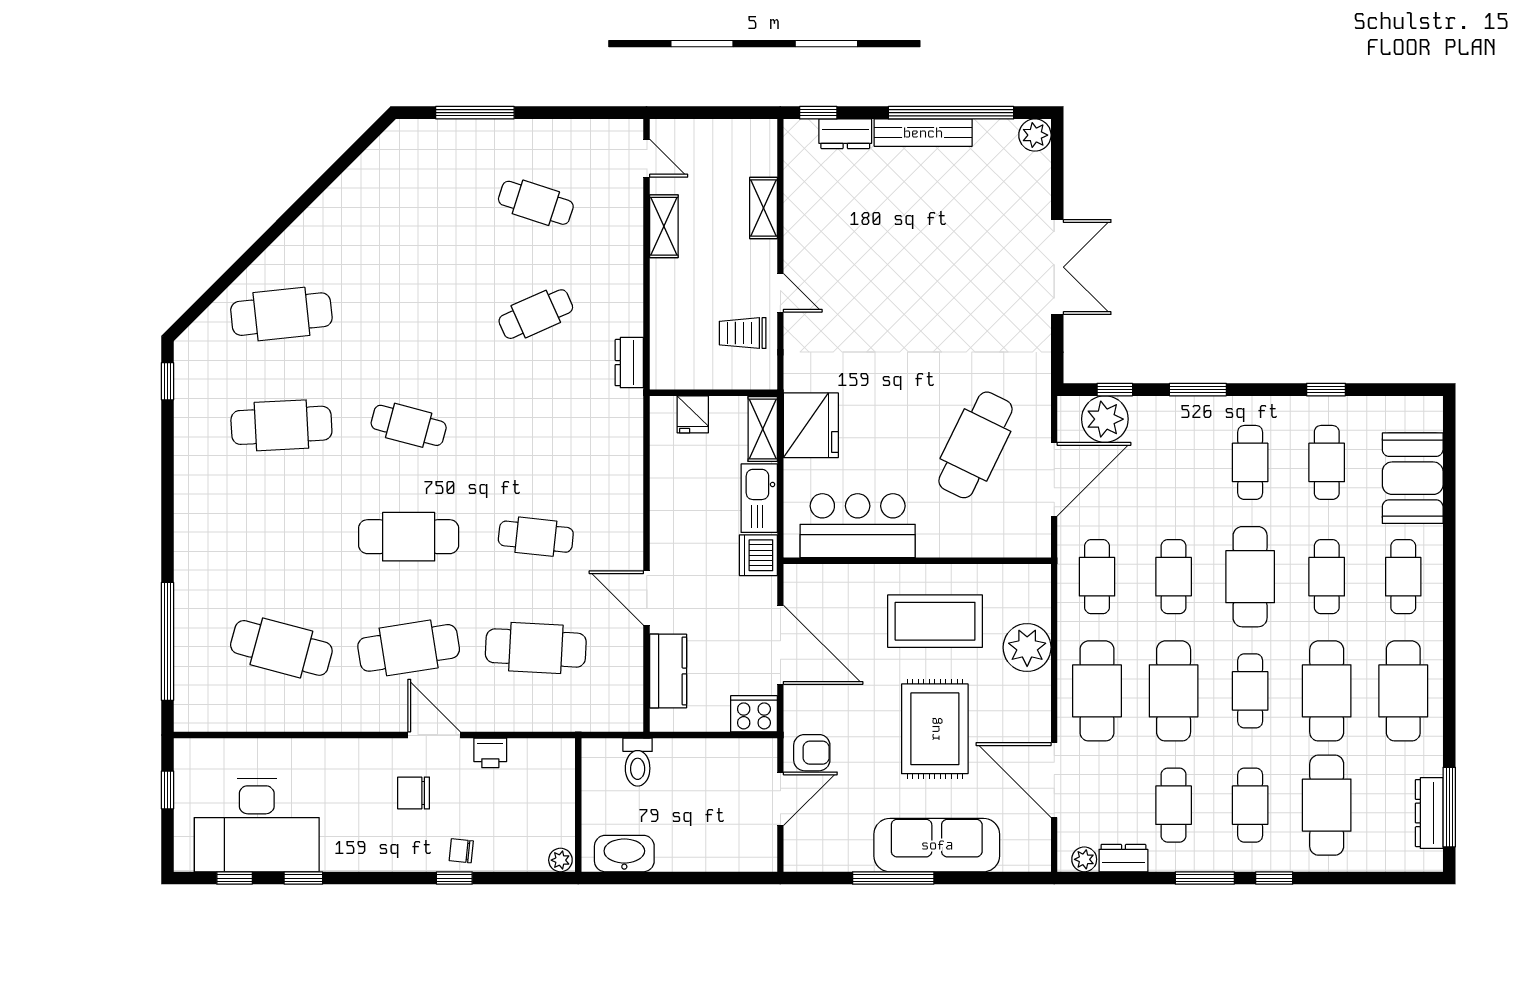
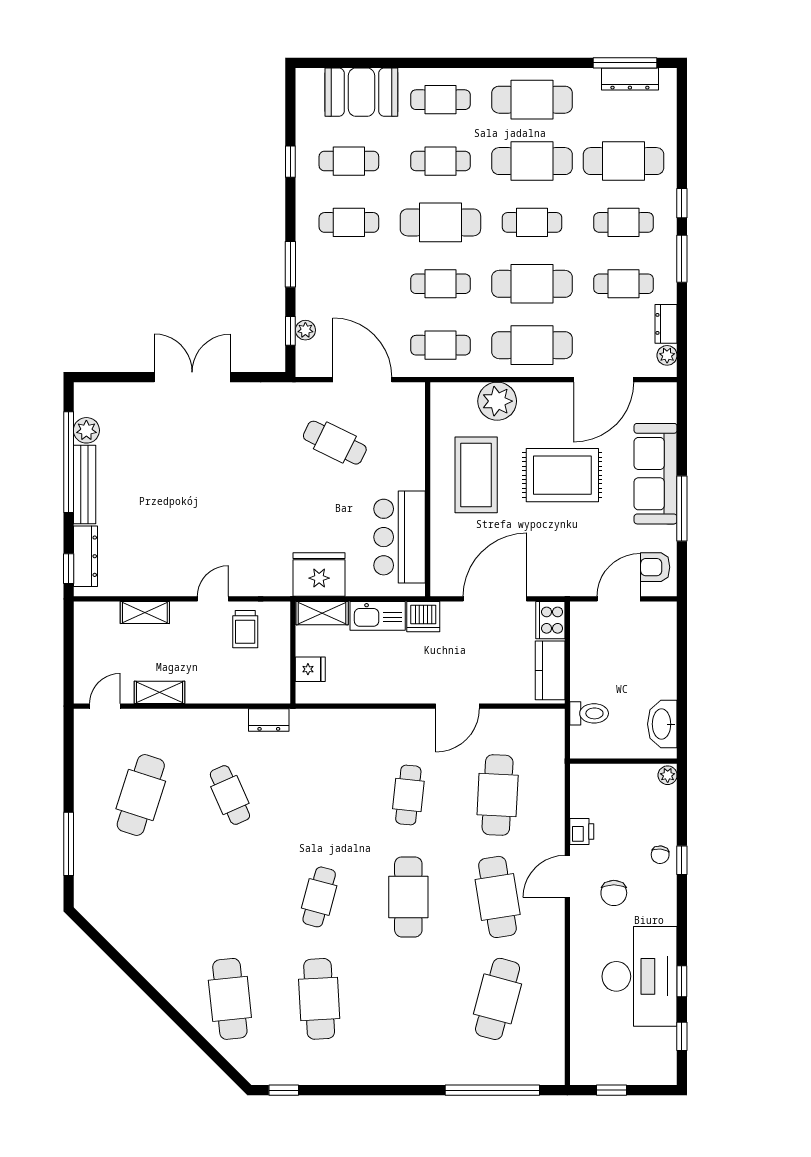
dresser: (845, 134) -> (85, 556), width x1.44
plant: (1035, 135) -> (86, 430), moved
cafe table: (536, 203) -> (141, 795), width x1.37, depth x1.35
plant: (1105, 419) -> (305, 330), width x0.53, depth x0.53
cafe table: (975, 445) -> (335, 443), width x0.73, depth x0.74
kitchen counter: (668, 671) -> (550, 670), moved, turned -90
armchair: (812, 753) -> (655, 567), moved, turned -90
door: (780, 799) -> (619, 599), hinge flipped
desk: (257, 825) -> (640, 976), moved

